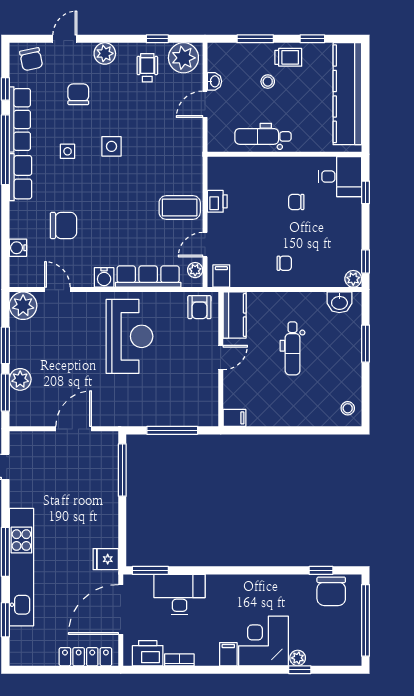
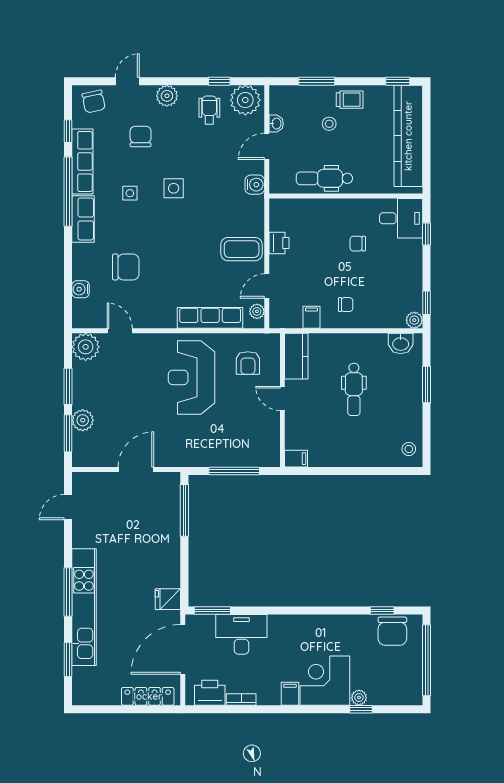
window: (312, 39) -> (398, 81), moved
filing cabinet: (221, 276) -> (312, 317), moved
water cooler: (104, 277) -> (255, 185), moved, turned -90
armchair: (199, 307) -> (248, 363), moved
reception desk: (129, 336) -> (192, 377), turned 180
door: (221, 358) -> (282, 398), swing flipped

